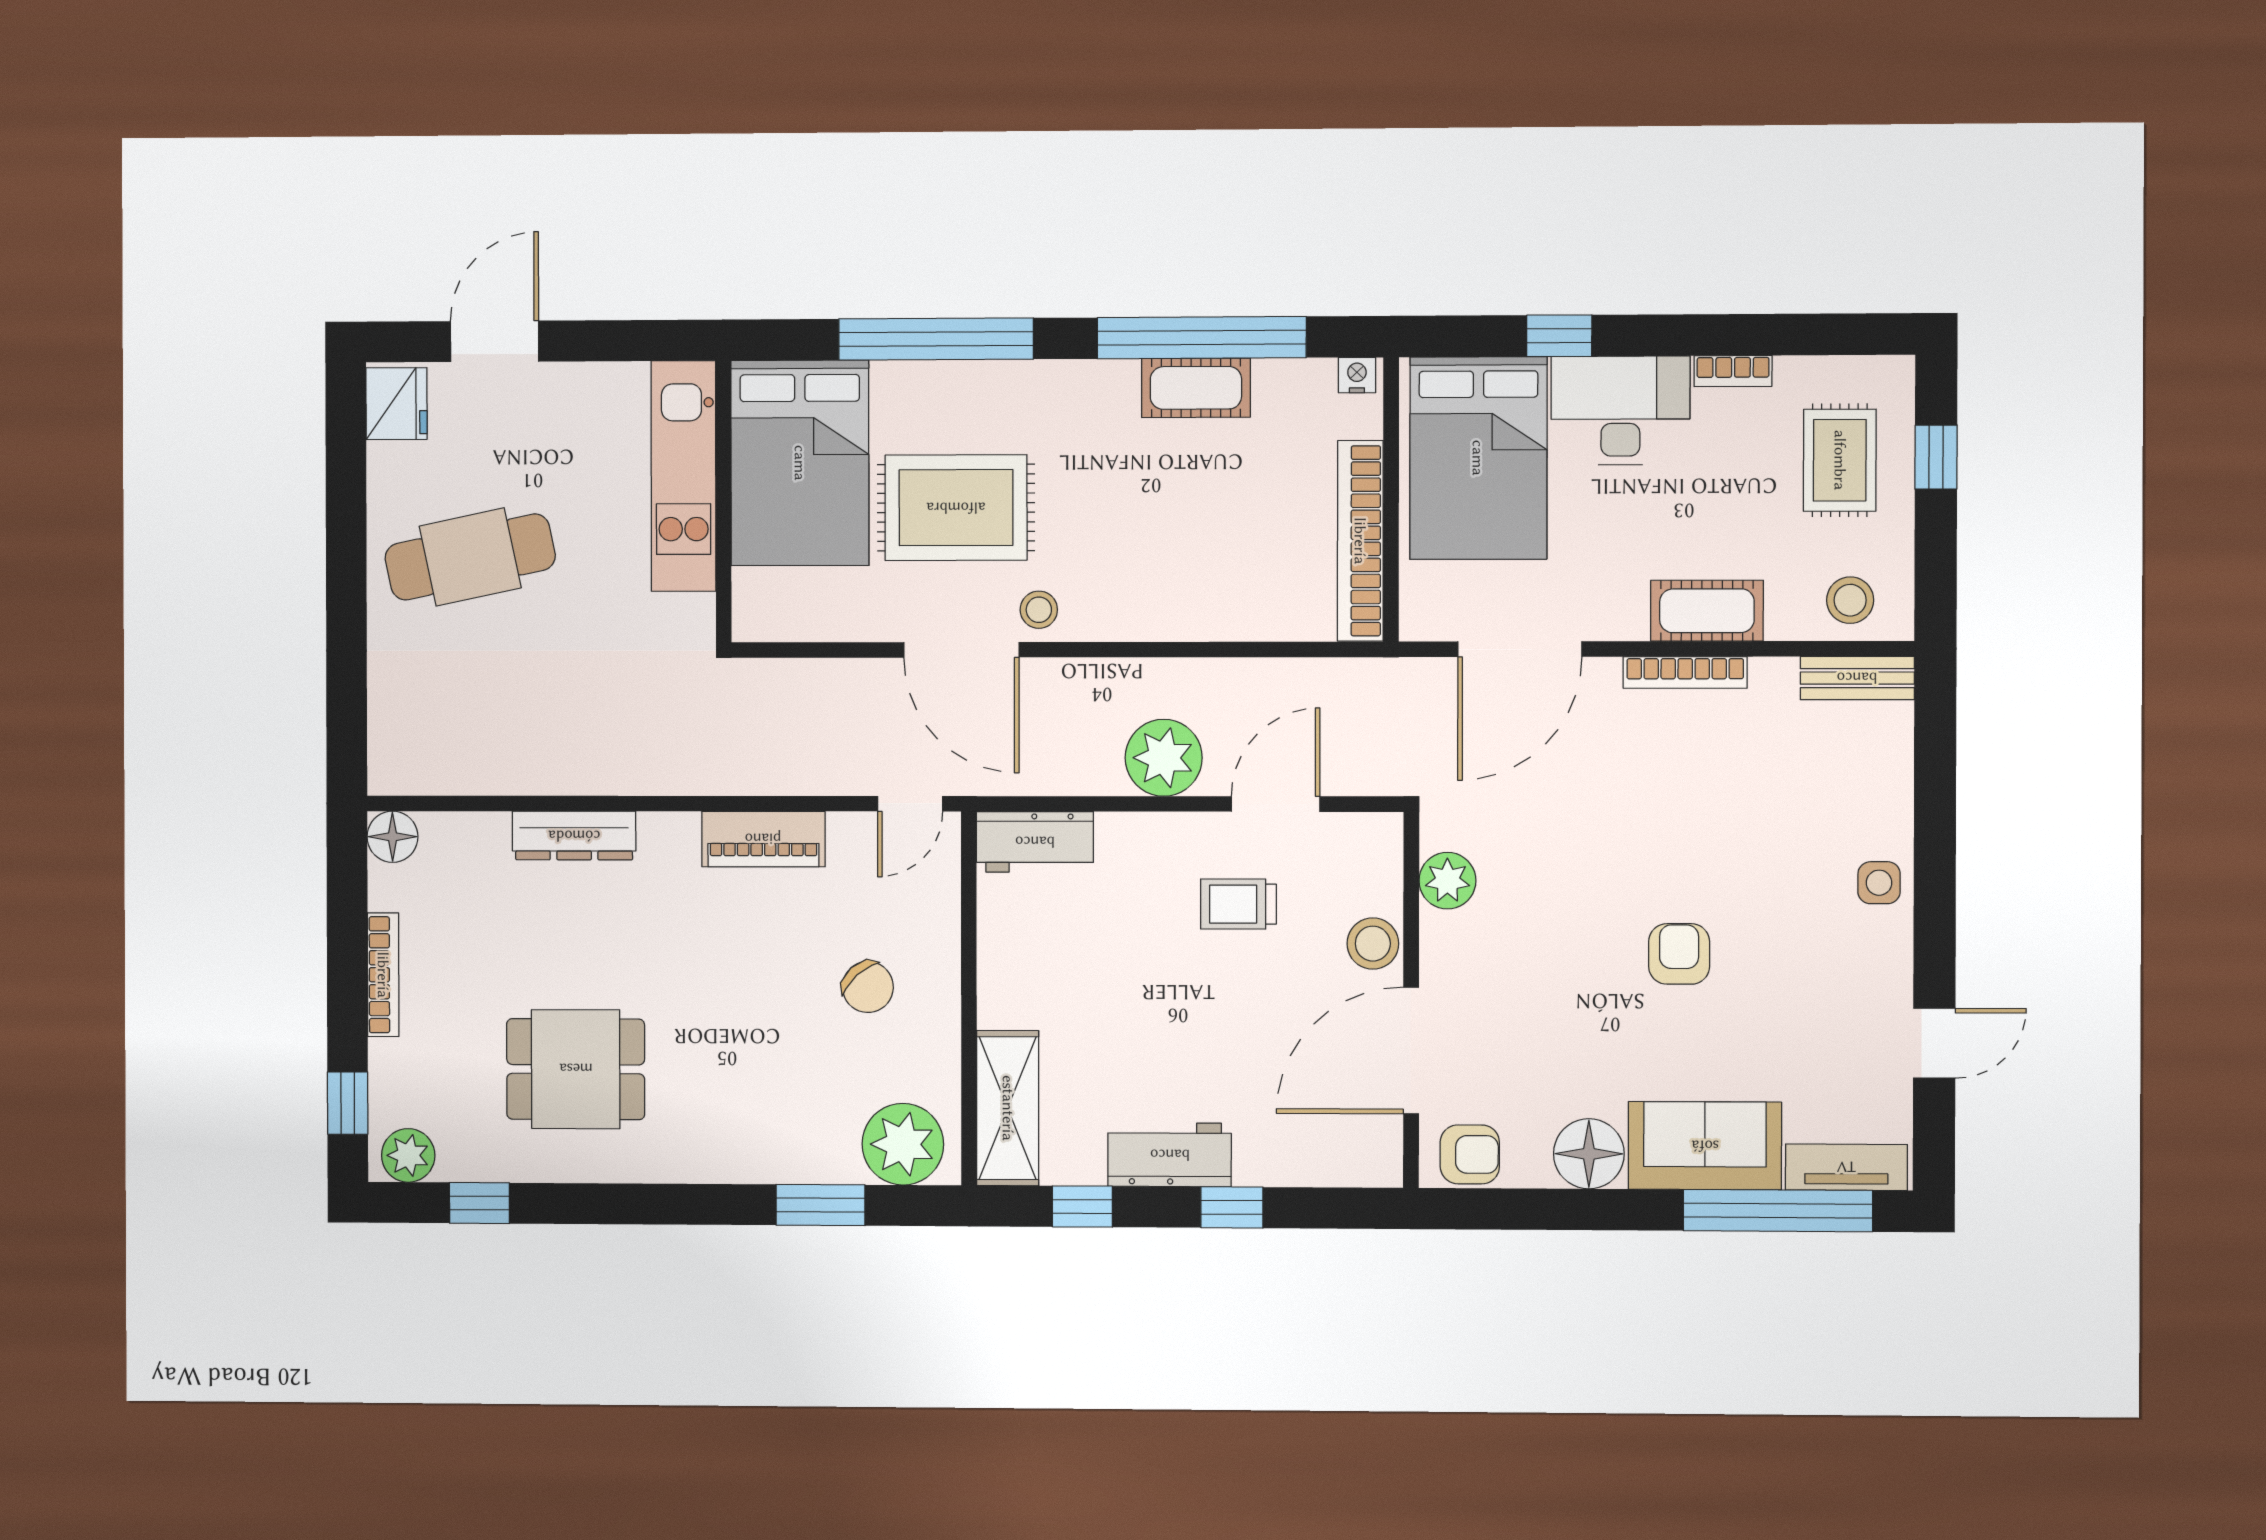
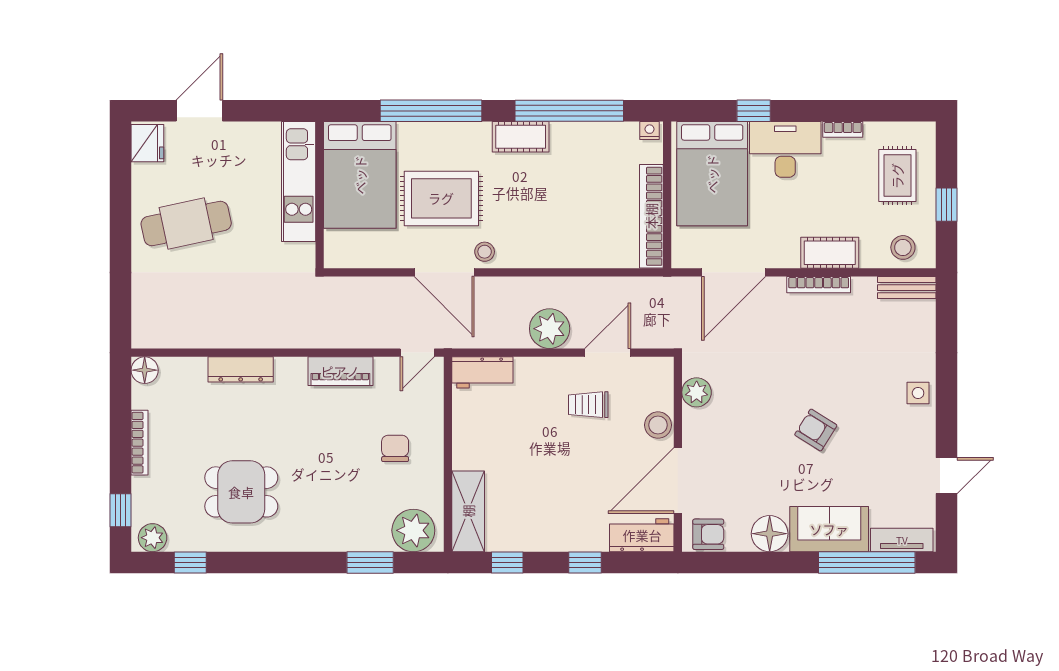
cot: (1196, 388) -> (521, 137), moved
window: (1936, 457) -> (946, 205), moved
armchair: (1679, 954) -> (816, 430), turned -58
chair: (868, 987) -> (395, 448), turned -138
workbench: (1170, 1155) -> (642, 535), moved

